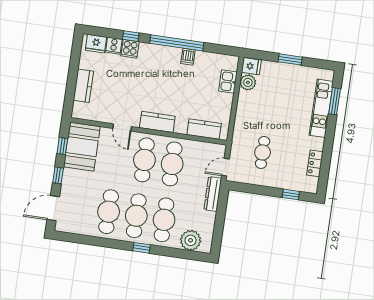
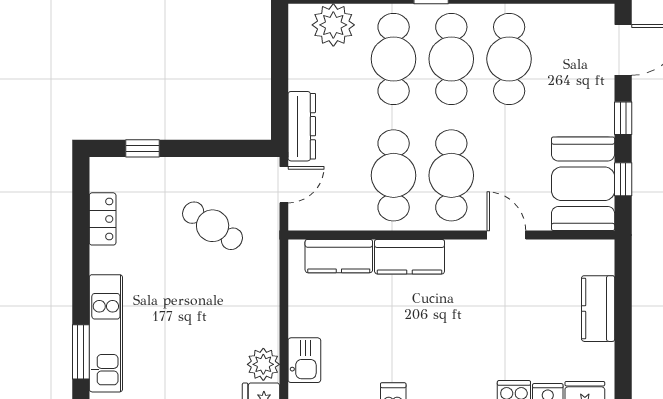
kitchen counter: (157, 122) -> (410, 257), moved
cafe table: (263, 152) -> (213, 226), turned -56

